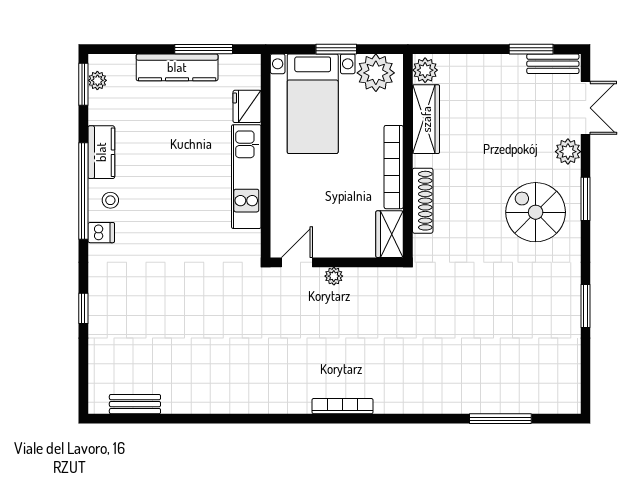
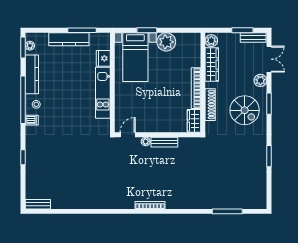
plant: (425, 70) -> (211, 41), moved
wardrobe: (426, 119) -> (212, 65), moved
kitchen counter: (101, 152) -> (32, 74), width x1.50
wall: (408, 156) -> (203, 82), moved
bookcase: (394, 167) -> (196, 88), moved
shoe rack: (423, 201) -> (210, 105), moved
spiral stairs: (536, 212) -> (245, 110), turned 180
wardrobe: (390, 234) -> (194, 121), moved
bench: (372, 277) -> (164, 142), added
bench: (135, 404) -> (38, 204), moved

